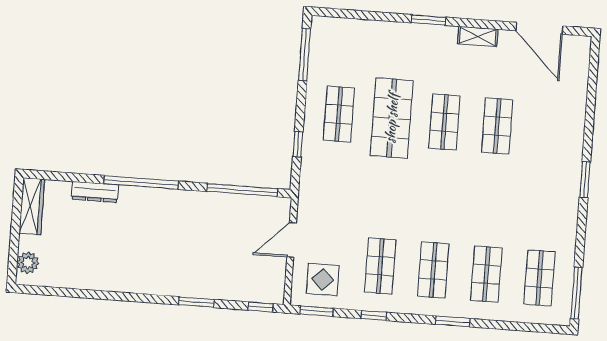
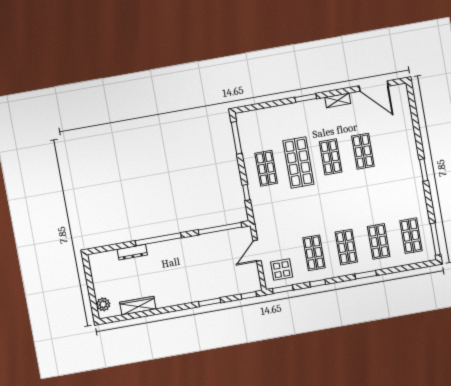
wardrobe: (32, 206) -> (138, 306), moved, turned -90

